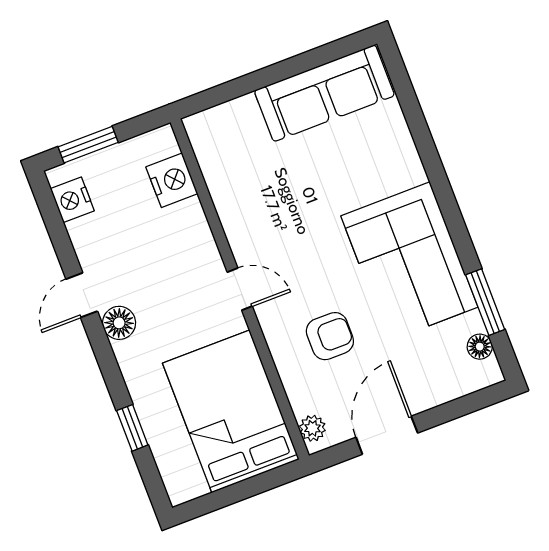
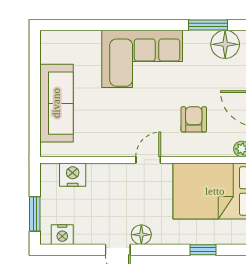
sofa: (324, 93) -> (56, 103), moved
corner sofa: (409, 261) -> (142, 59), moved
floor lamp: (480, 347) -> (225, 44), width x1.89, depth x1.89

